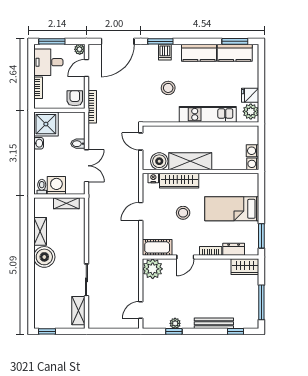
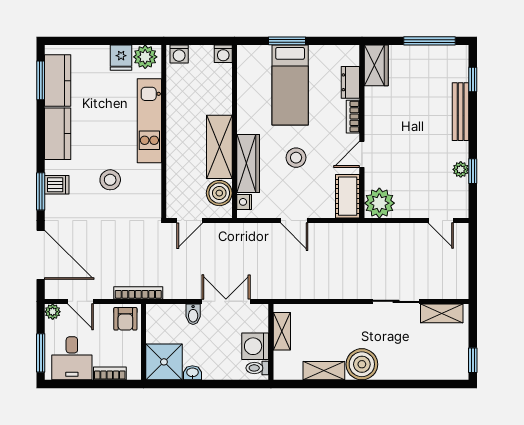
armchair: (75, 98) -> (125, 319), turned -90
washing machine: (253, 151) -> (179, 54), moved
window: (261, 236) -> (287, 41), moved
door: (185, 257) -> (362, 154), swing flipped

